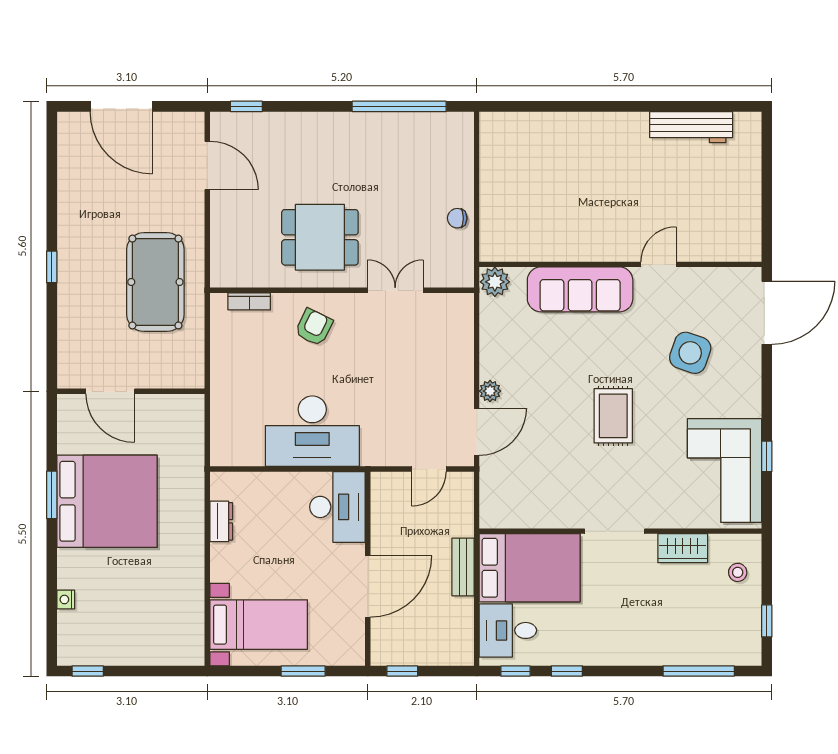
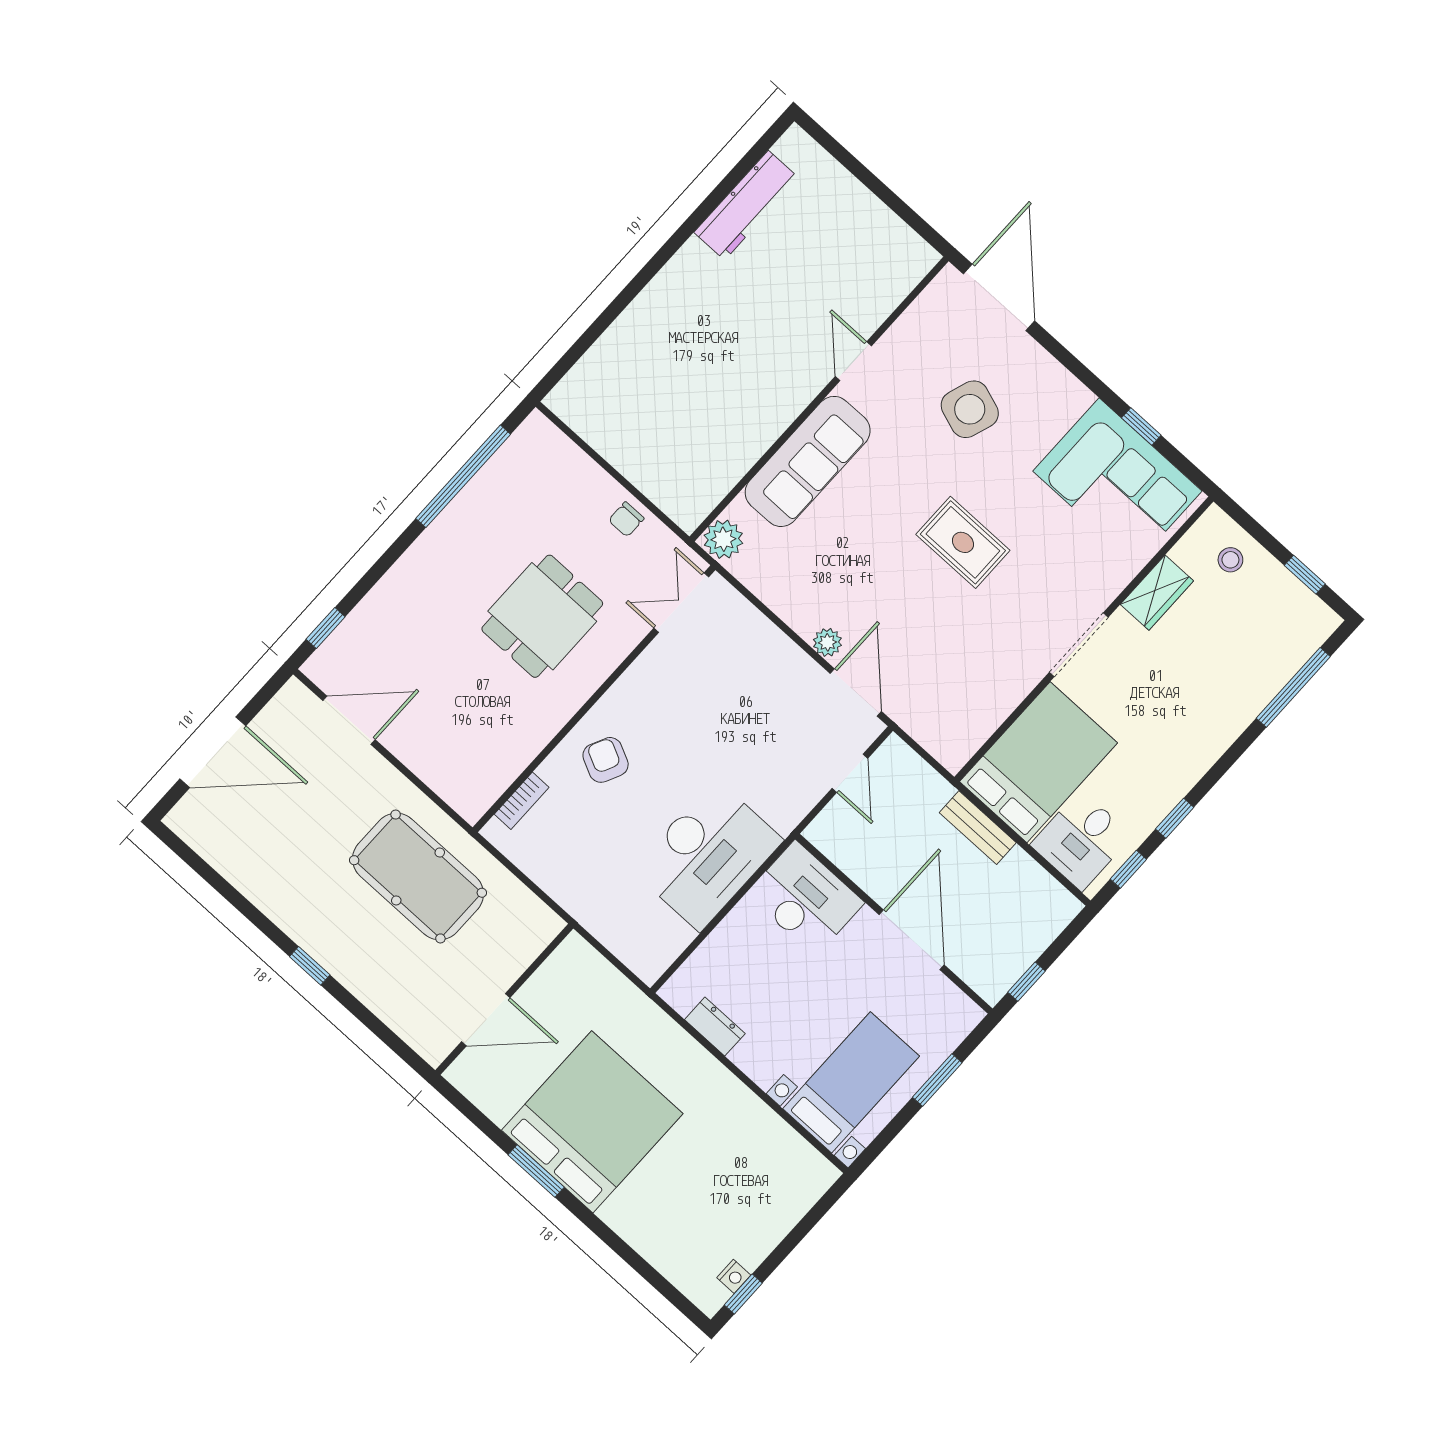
dining table: (320, 237) -> (542, 616), moved
double door: (395, 290) -> (681, 603), moved
nightstand: (66, 599) -> (734, 1276), moved, turned -90

